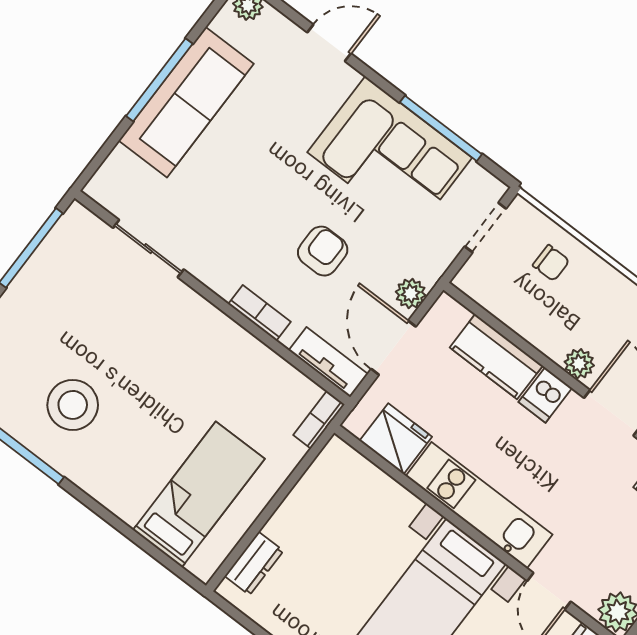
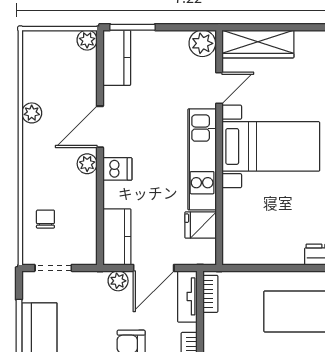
kitchen counter: (496, 357) -> (117, 237), moved
bookcase: (319, 420) -> (210, 294), moved, turned -90
fridge: (396, 439) -> (201, 225), width x0.72

